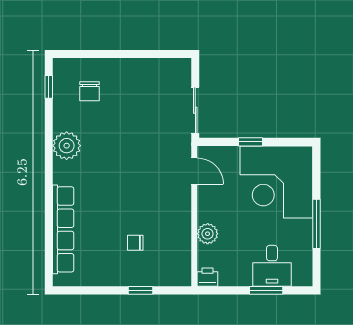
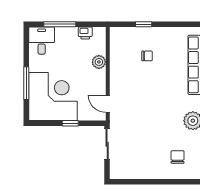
window: (316, 224) -> (26, 83), moved
desk: (272, 266) -> (42, 41), moved
printer: (207, 277) -> (85, 33), moved
window: (266, 290) -> (60, 24), width x1.44

